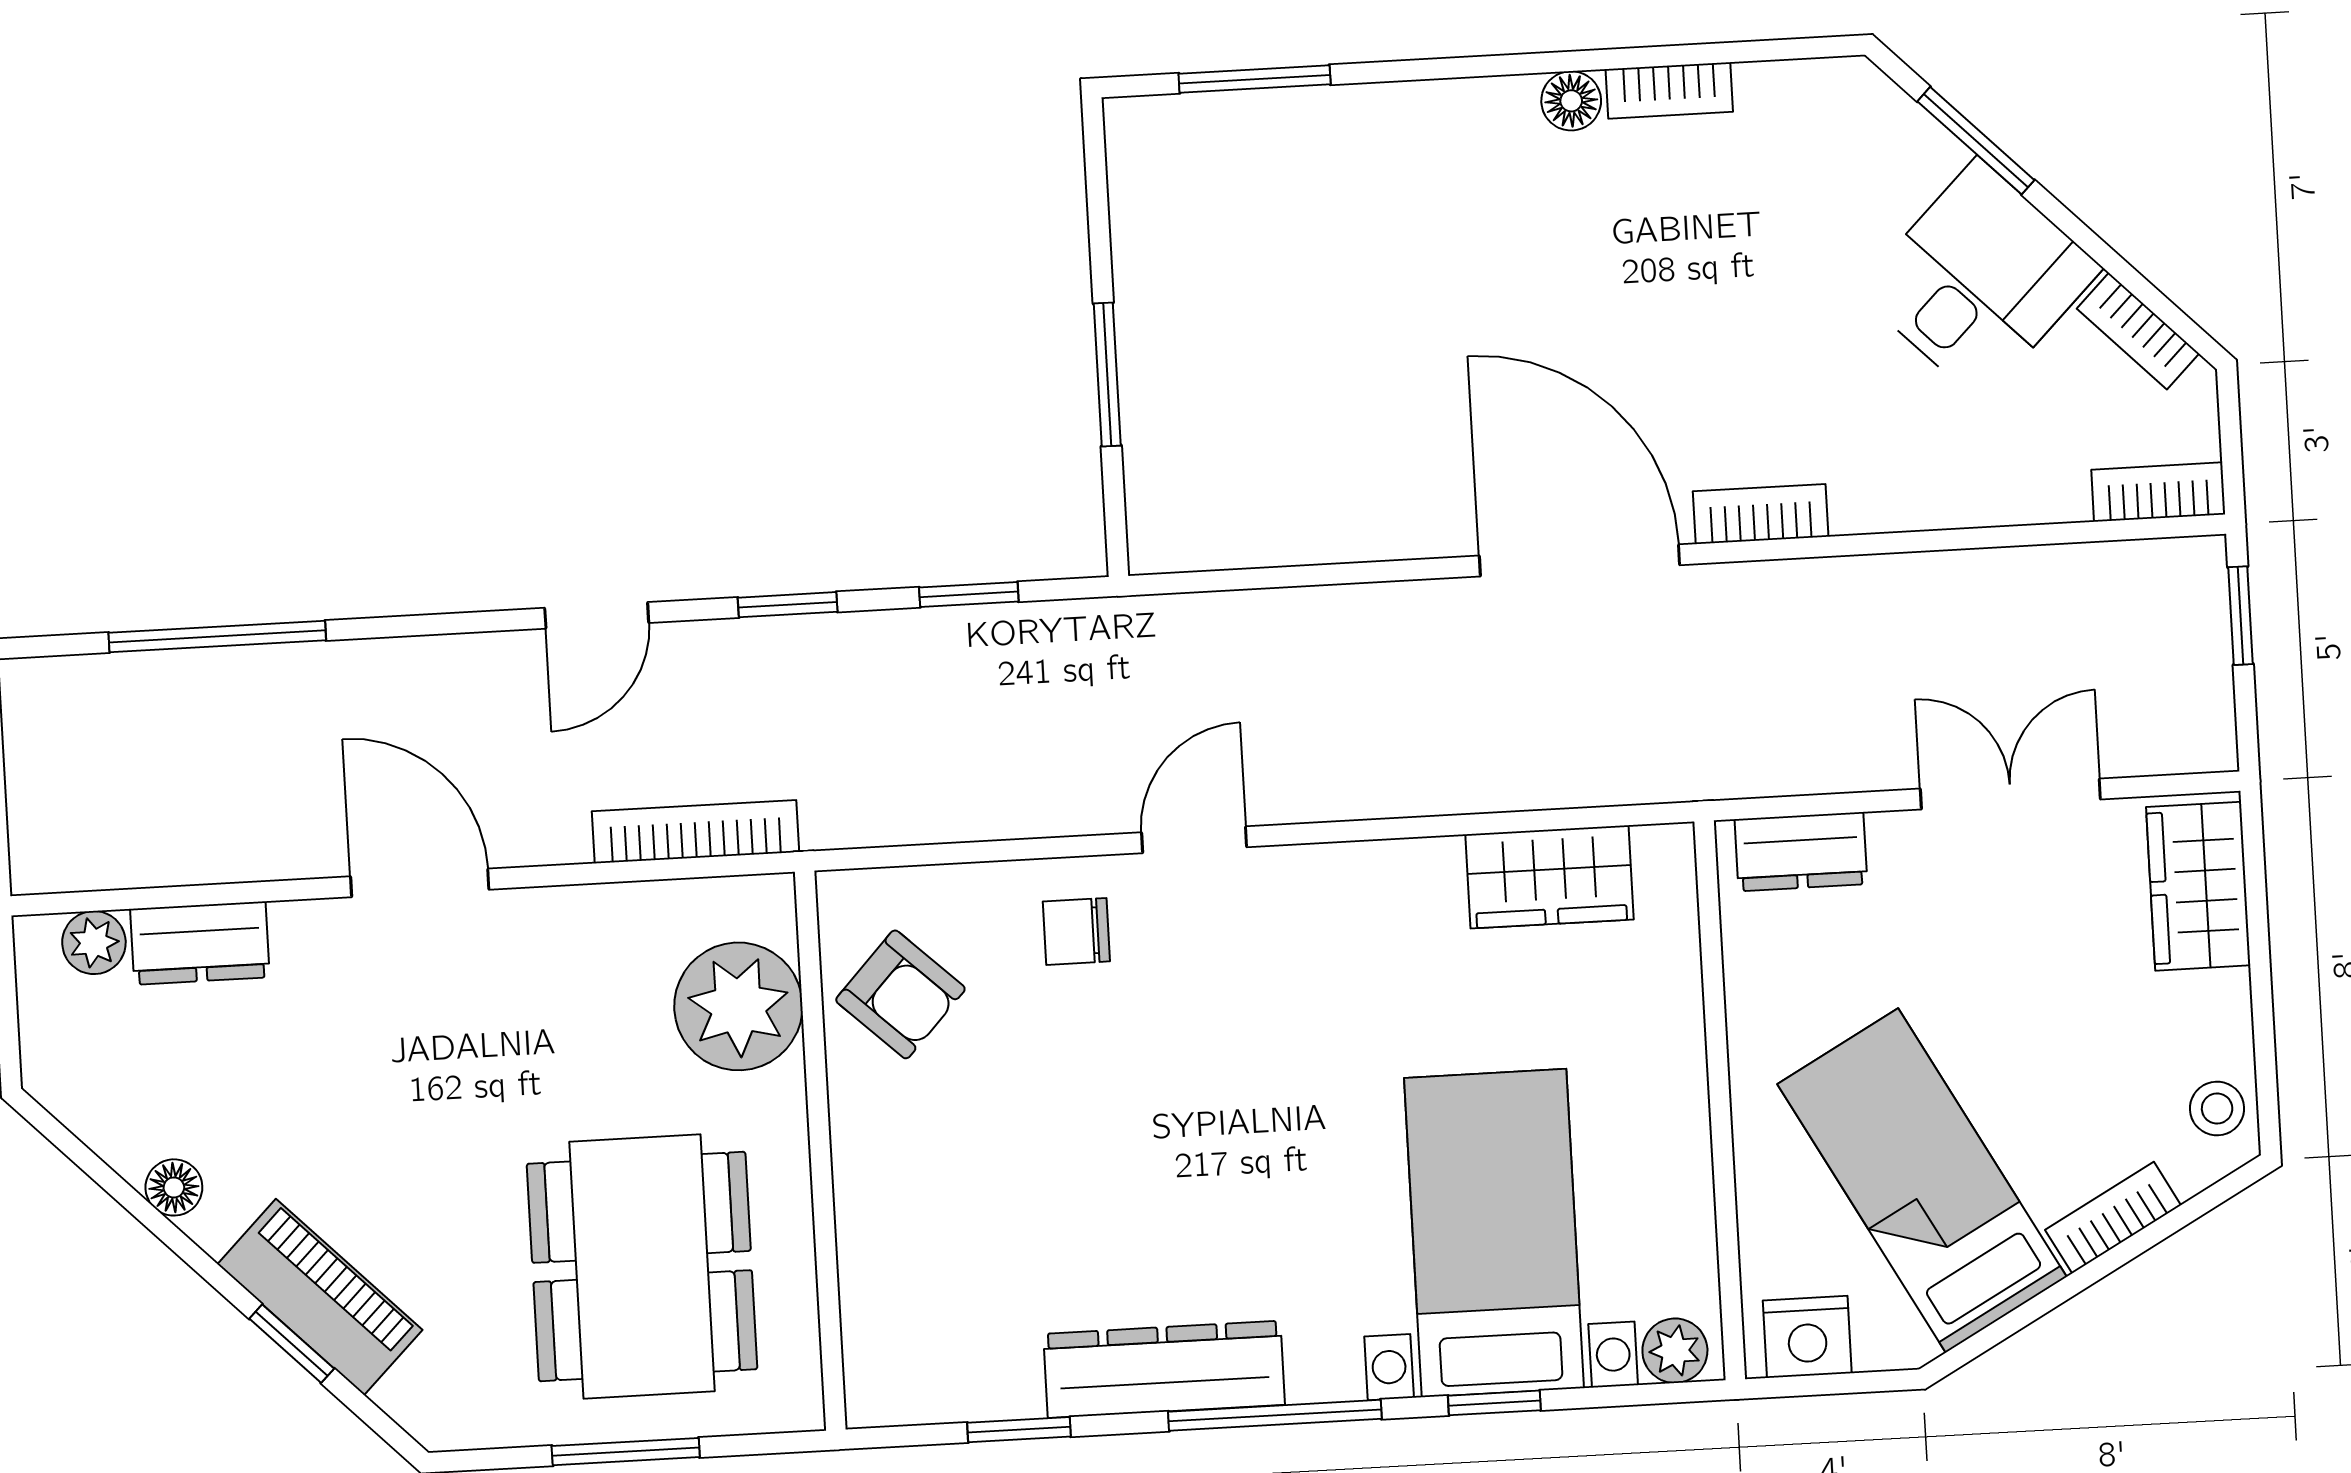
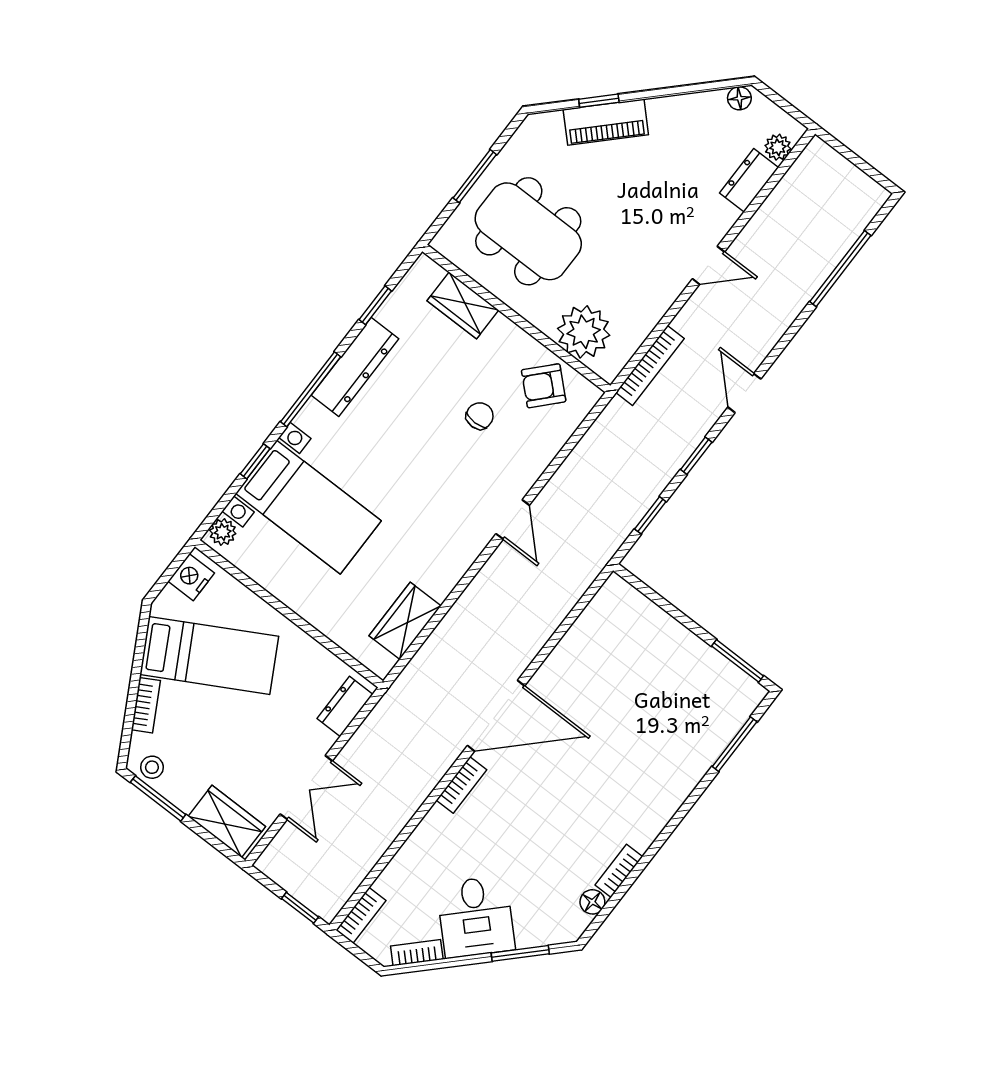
floor lamp: (1571, 101) -> (592, 902), moved
window: (1107, 374) -> (738, 661), moved
door: (420, 883) -> (708, 265), width x0.73
chair: (1076, 931) -> (480, 416), moved
window: (2265, 1048) -> (158, 798), added
floor lamp: (174, 1187) -> (739, 98), moved
wardrobe: (881, 1269) -> (463, 305), added

